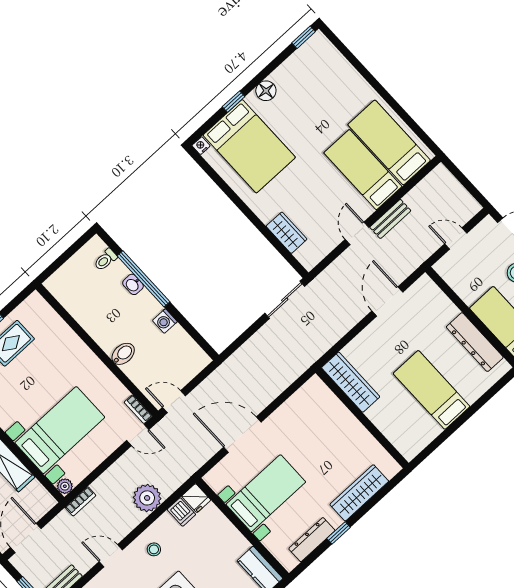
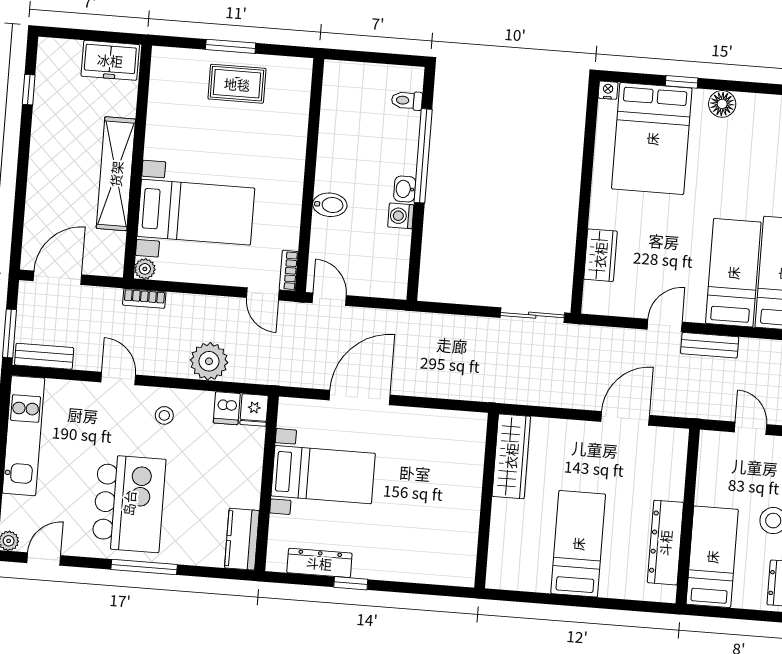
washbasin: (133, 284) -> (405, 189), moved
door: (242, 435) -> (360, 397), hinge flipped
wardrobe: (359, 493) -> (410, 567), removed

